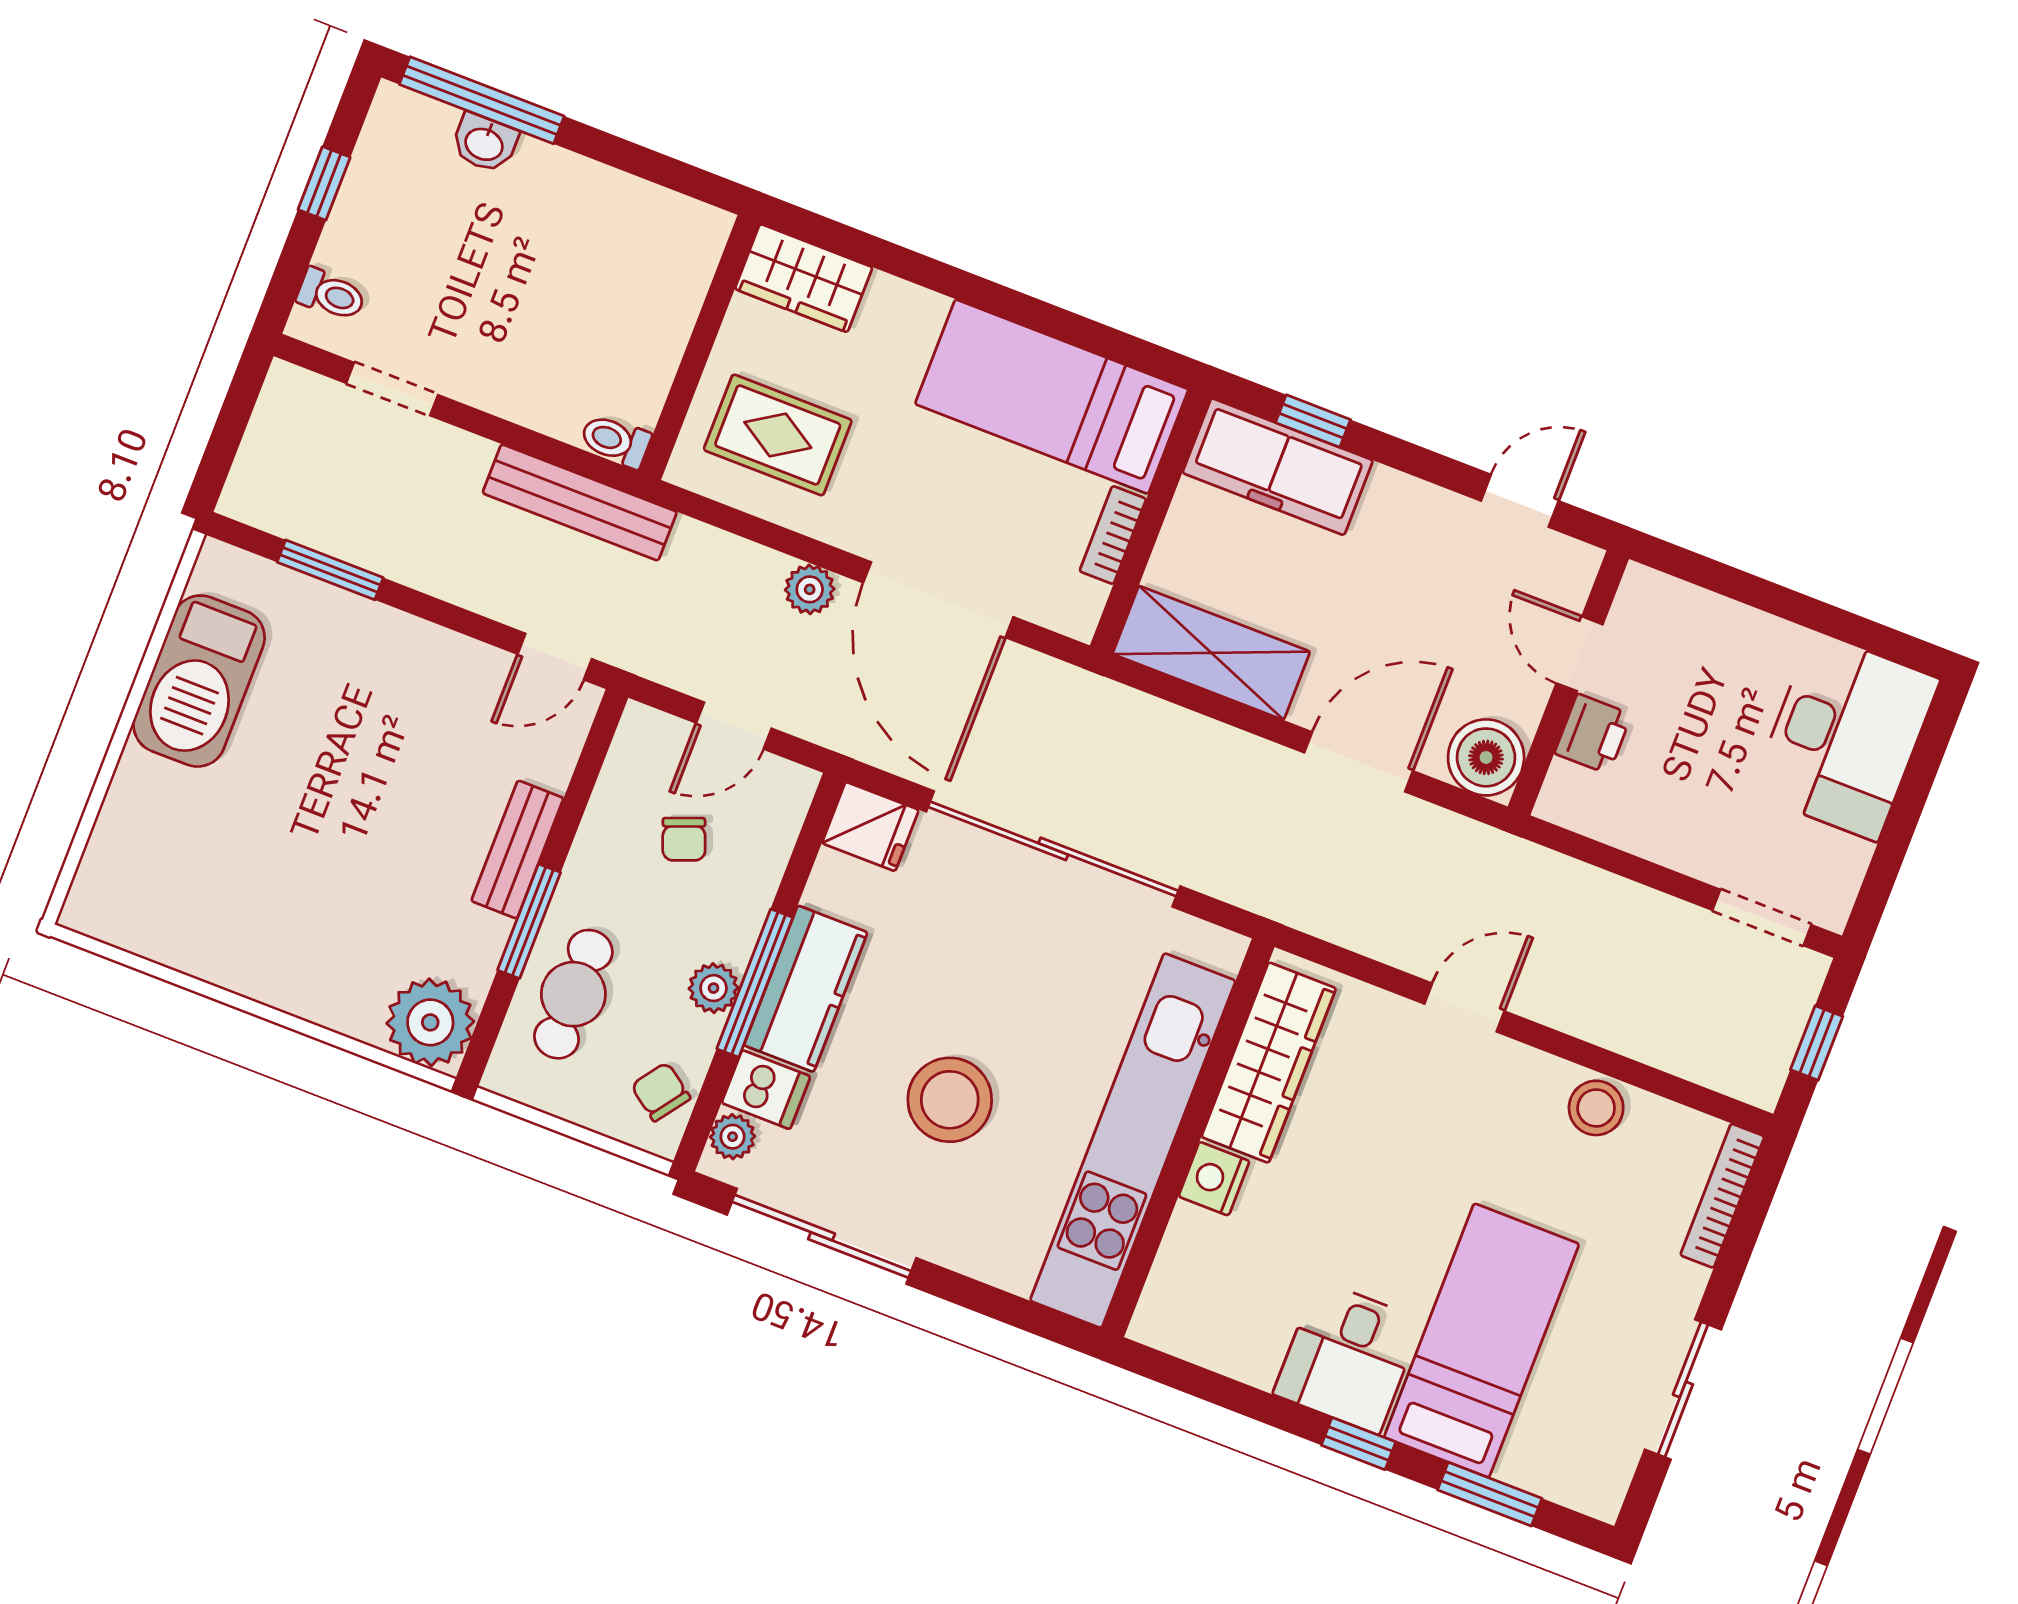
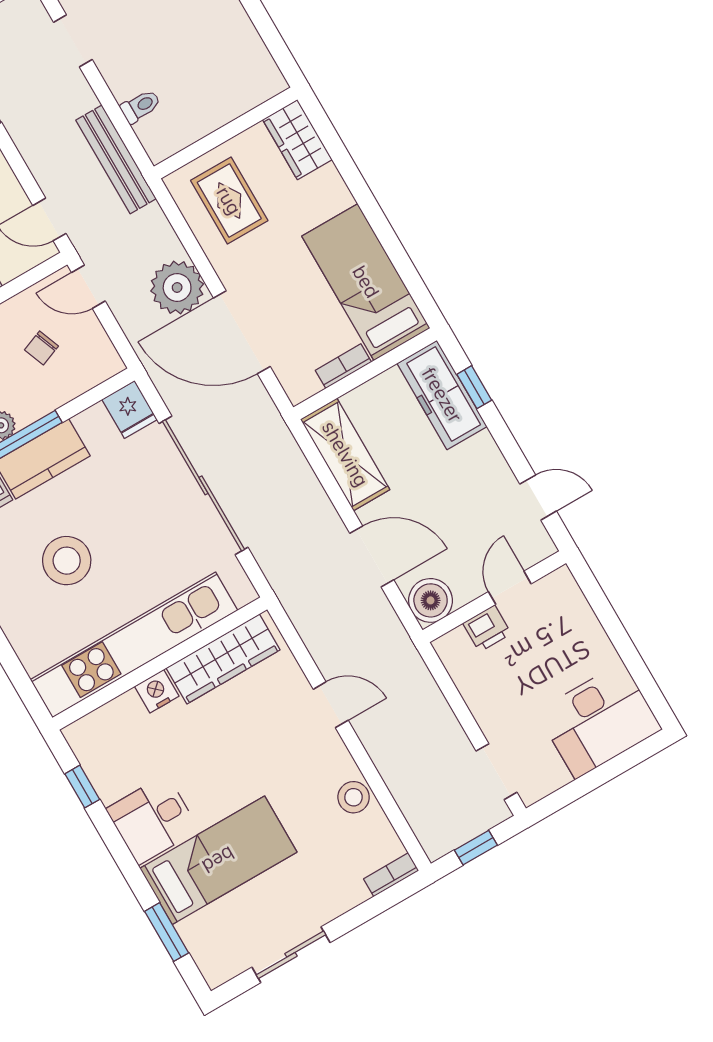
toilet: (615, 441) -> (141, 106), moved, turned 90
plant: (810, 589) -> (177, 287), width x1.87, depth x1.87
door: (938, 600) -> (242, 332), hinge flipped
door: (734, 726) -> (88, 287), moved
bookcase: (1722, 1196) -> (391, 875), width x0.64
window: (1358, 1444) -> (82, 787), moved

